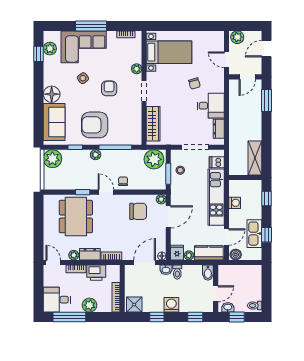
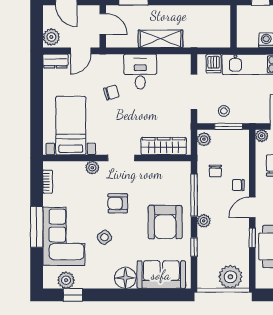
dresser: (219, 129) -> (55, 61), moved
shelving: (255, 158) -> (161, 39), moved
plant: (52, 159) -> (230, 277), moved
plant: (154, 159) -> (204, 139), width x0.53, depth x0.53
chair: (134, 164) -> (215, 171), added

